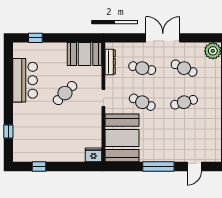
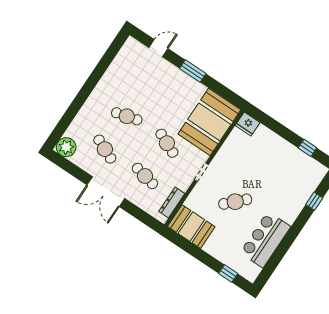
window: (158, 167) -> (193, 71), width x0.69

